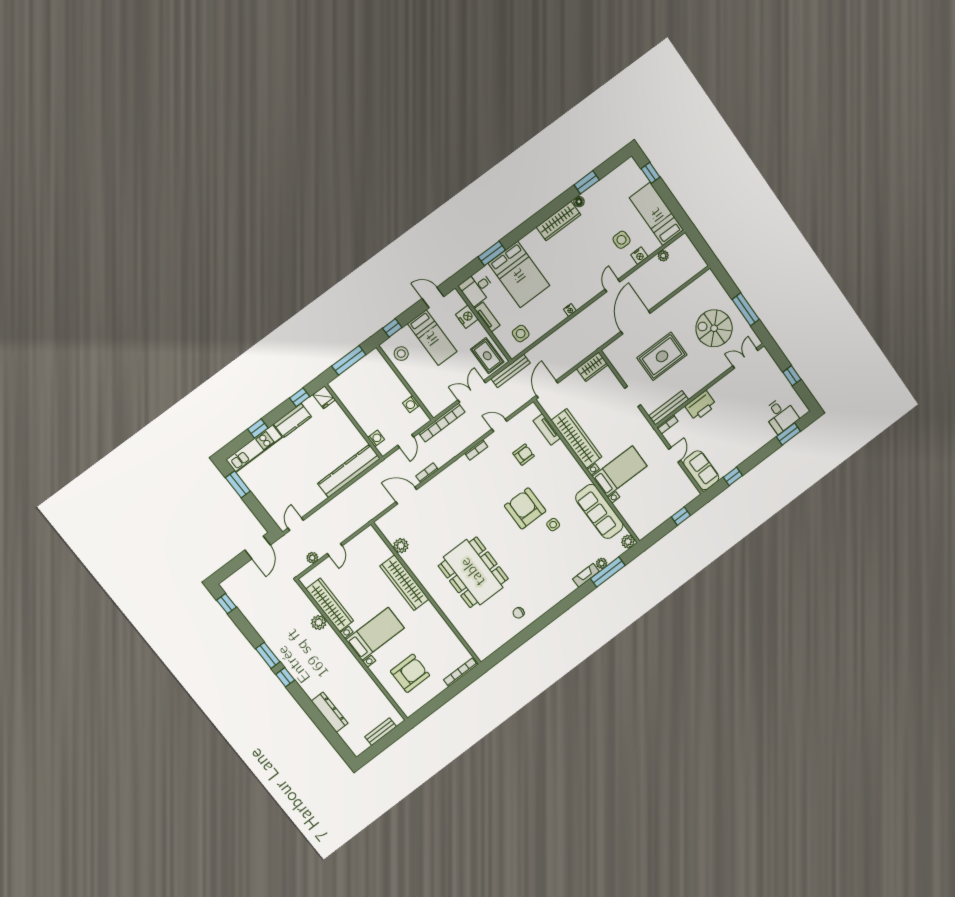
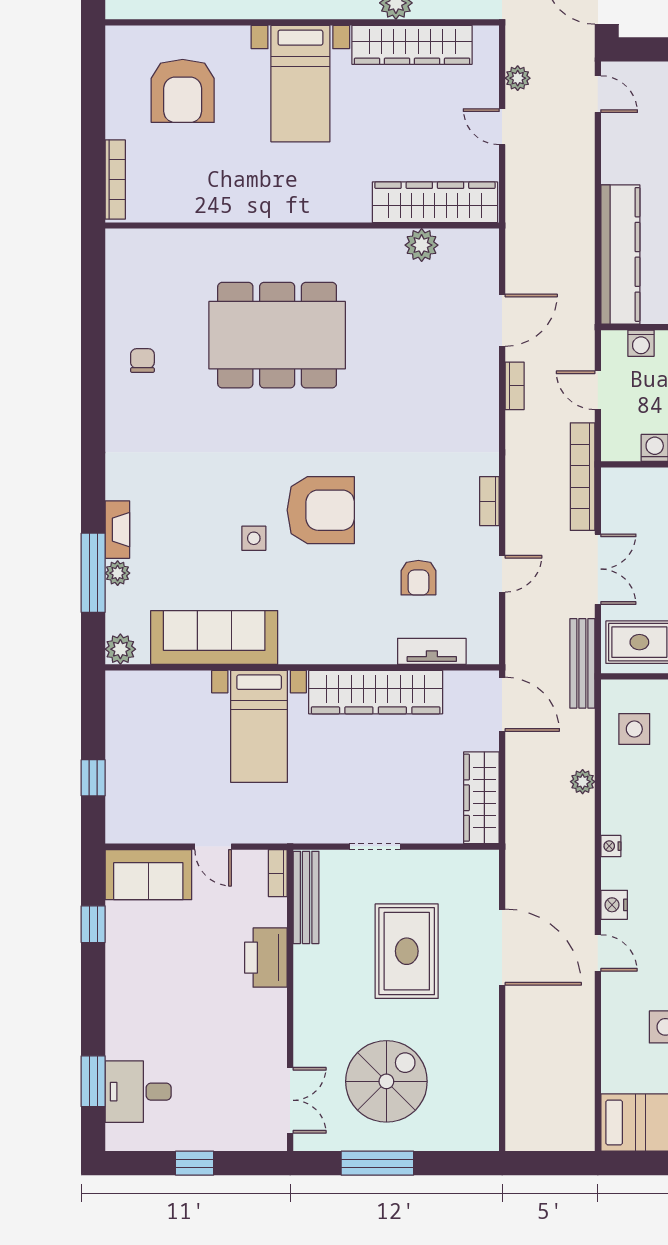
nightstand: (639, 256) -> (614, 905), moved
plant: (663, 256) -> (583, 782), moved
wardrobe: (592, 367) -> (481, 798), width x1.50
wardrobe: (404, 583) -> (435, 202), moved

